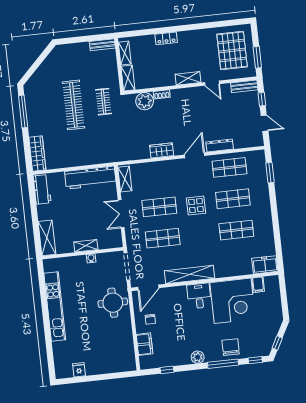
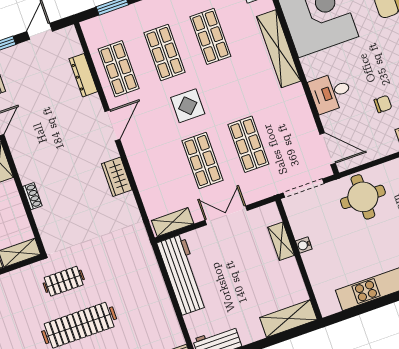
plant: (145, 101) -> (49, 219), removed
dresser: (220, 145) -> (83, 75), moved
door: (195, 155) -> (112, 125), swing flipped
double door: (121, 214) -> (226, 215), swing flipped
shelving: (86, 246) -> (281, 241), moved
shelving: (189, 274) -> (279, 49), moved
desk: (199, 296) -> (331, 93), moved
chair: (150, 319) -> (383, 104), moved

